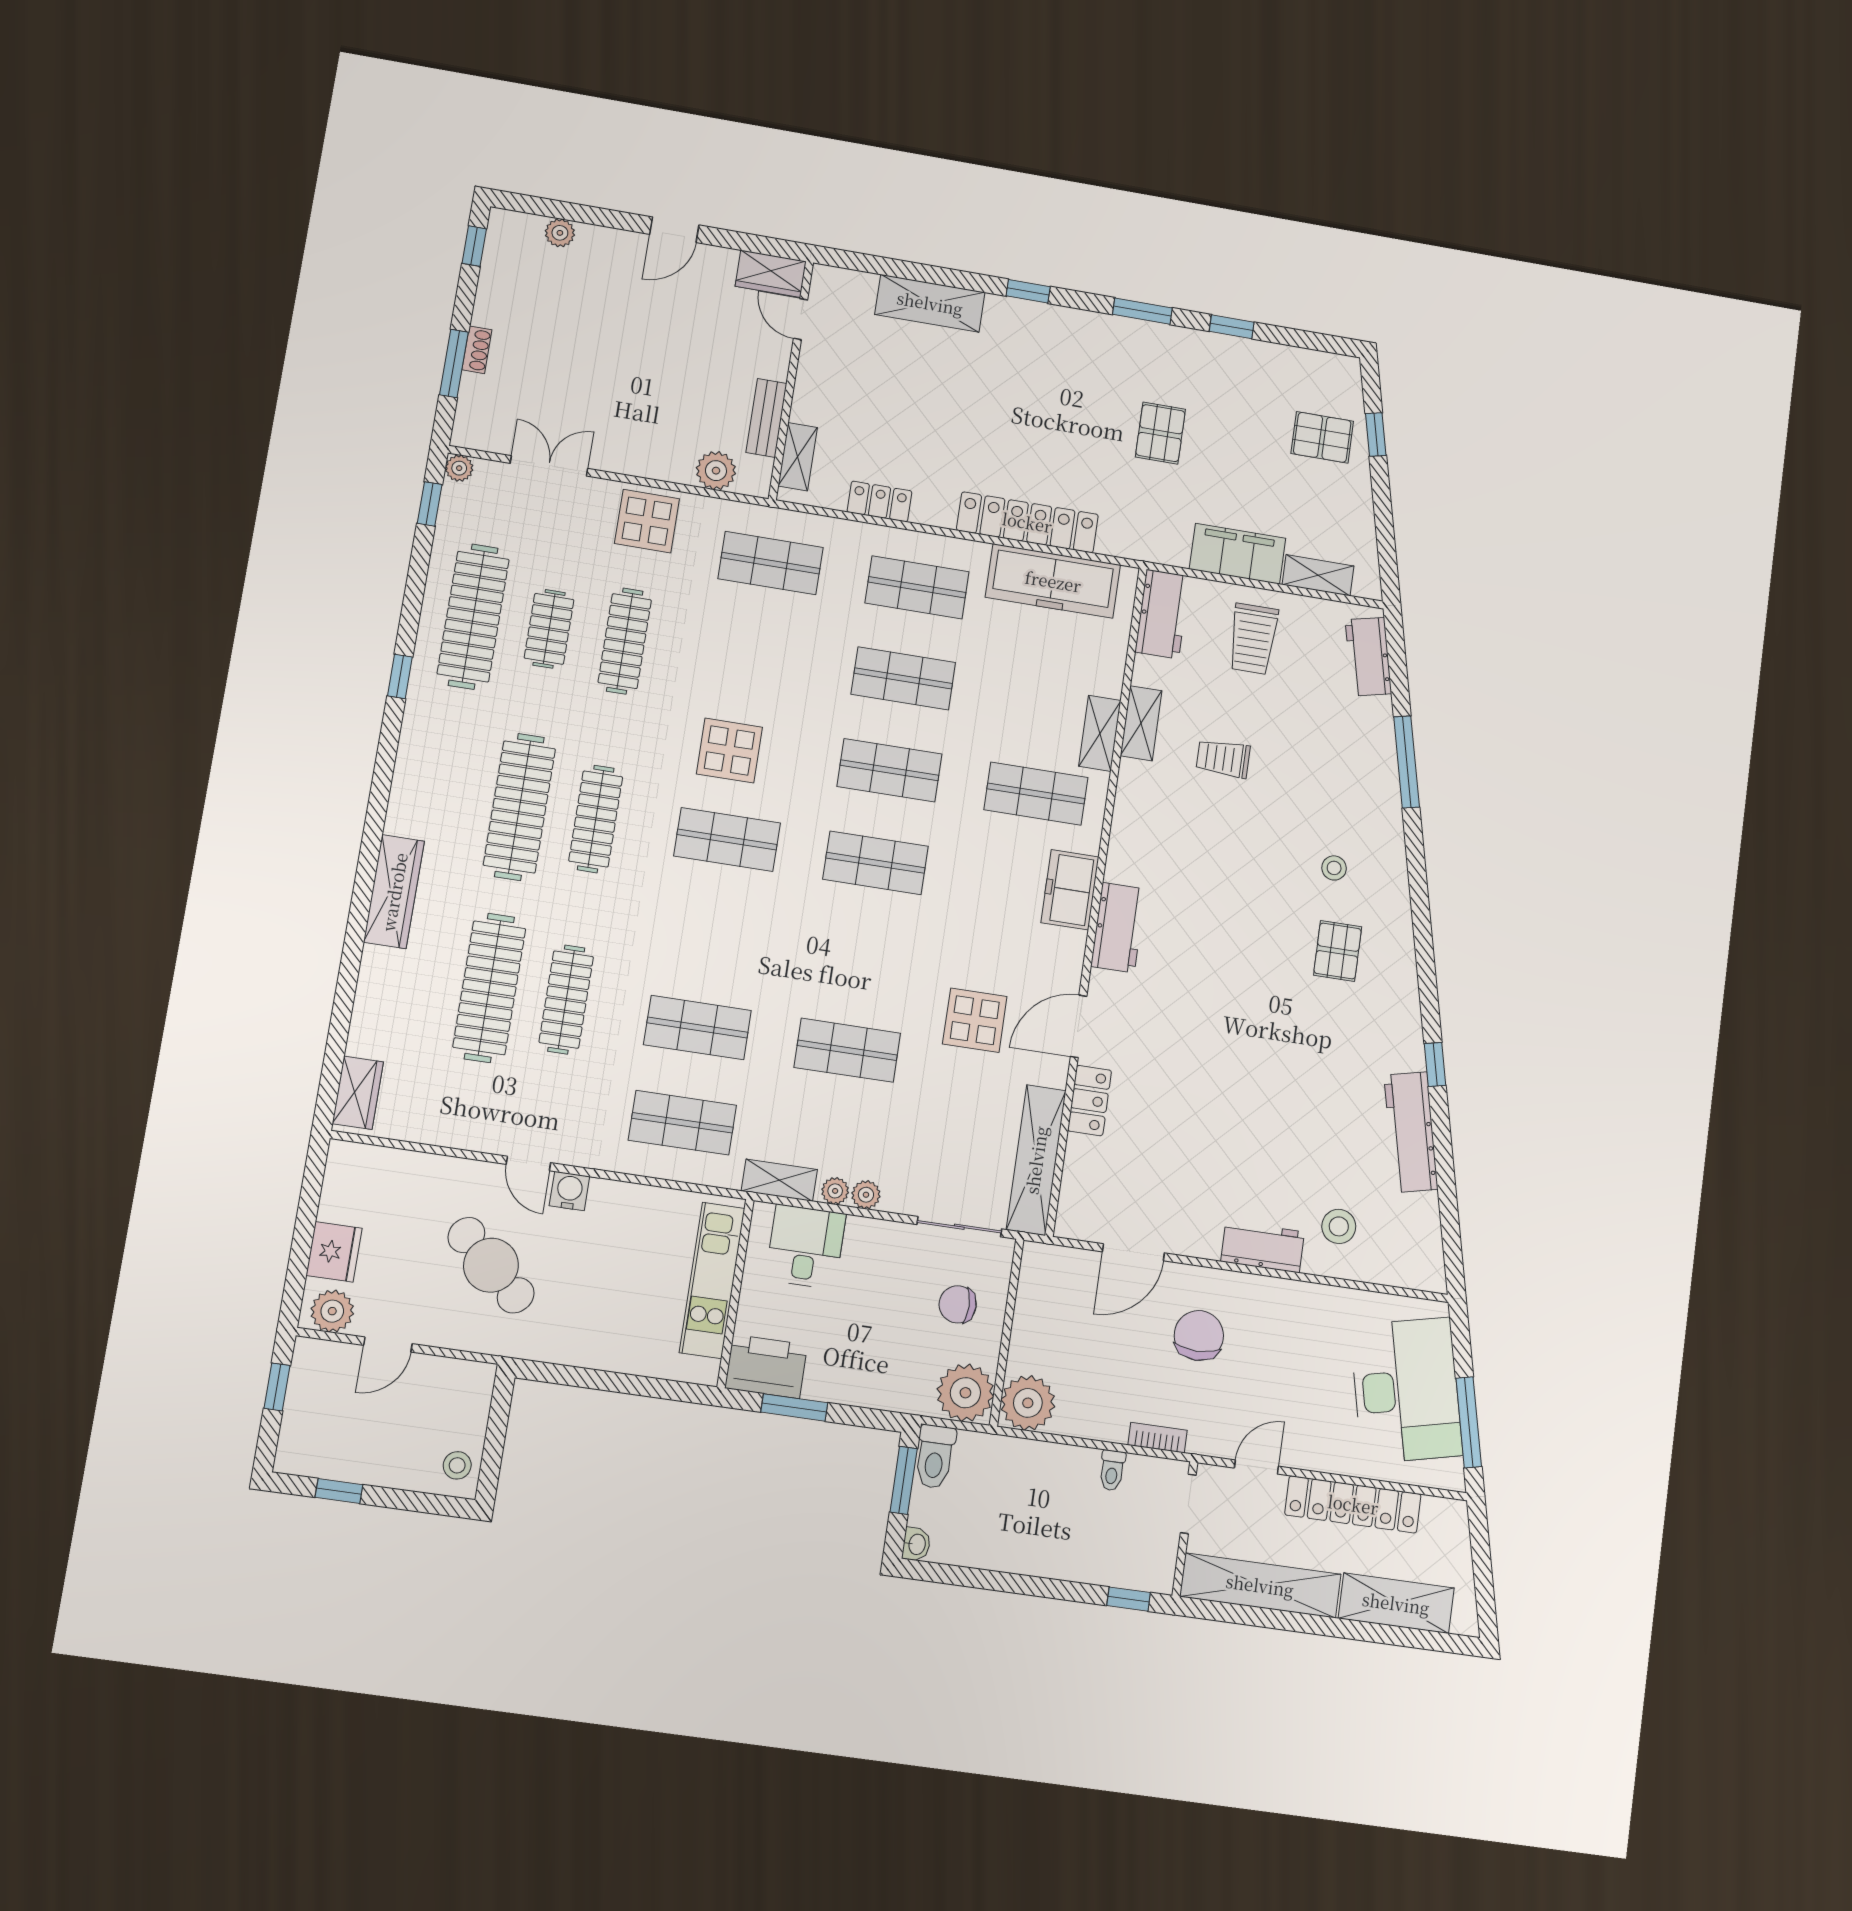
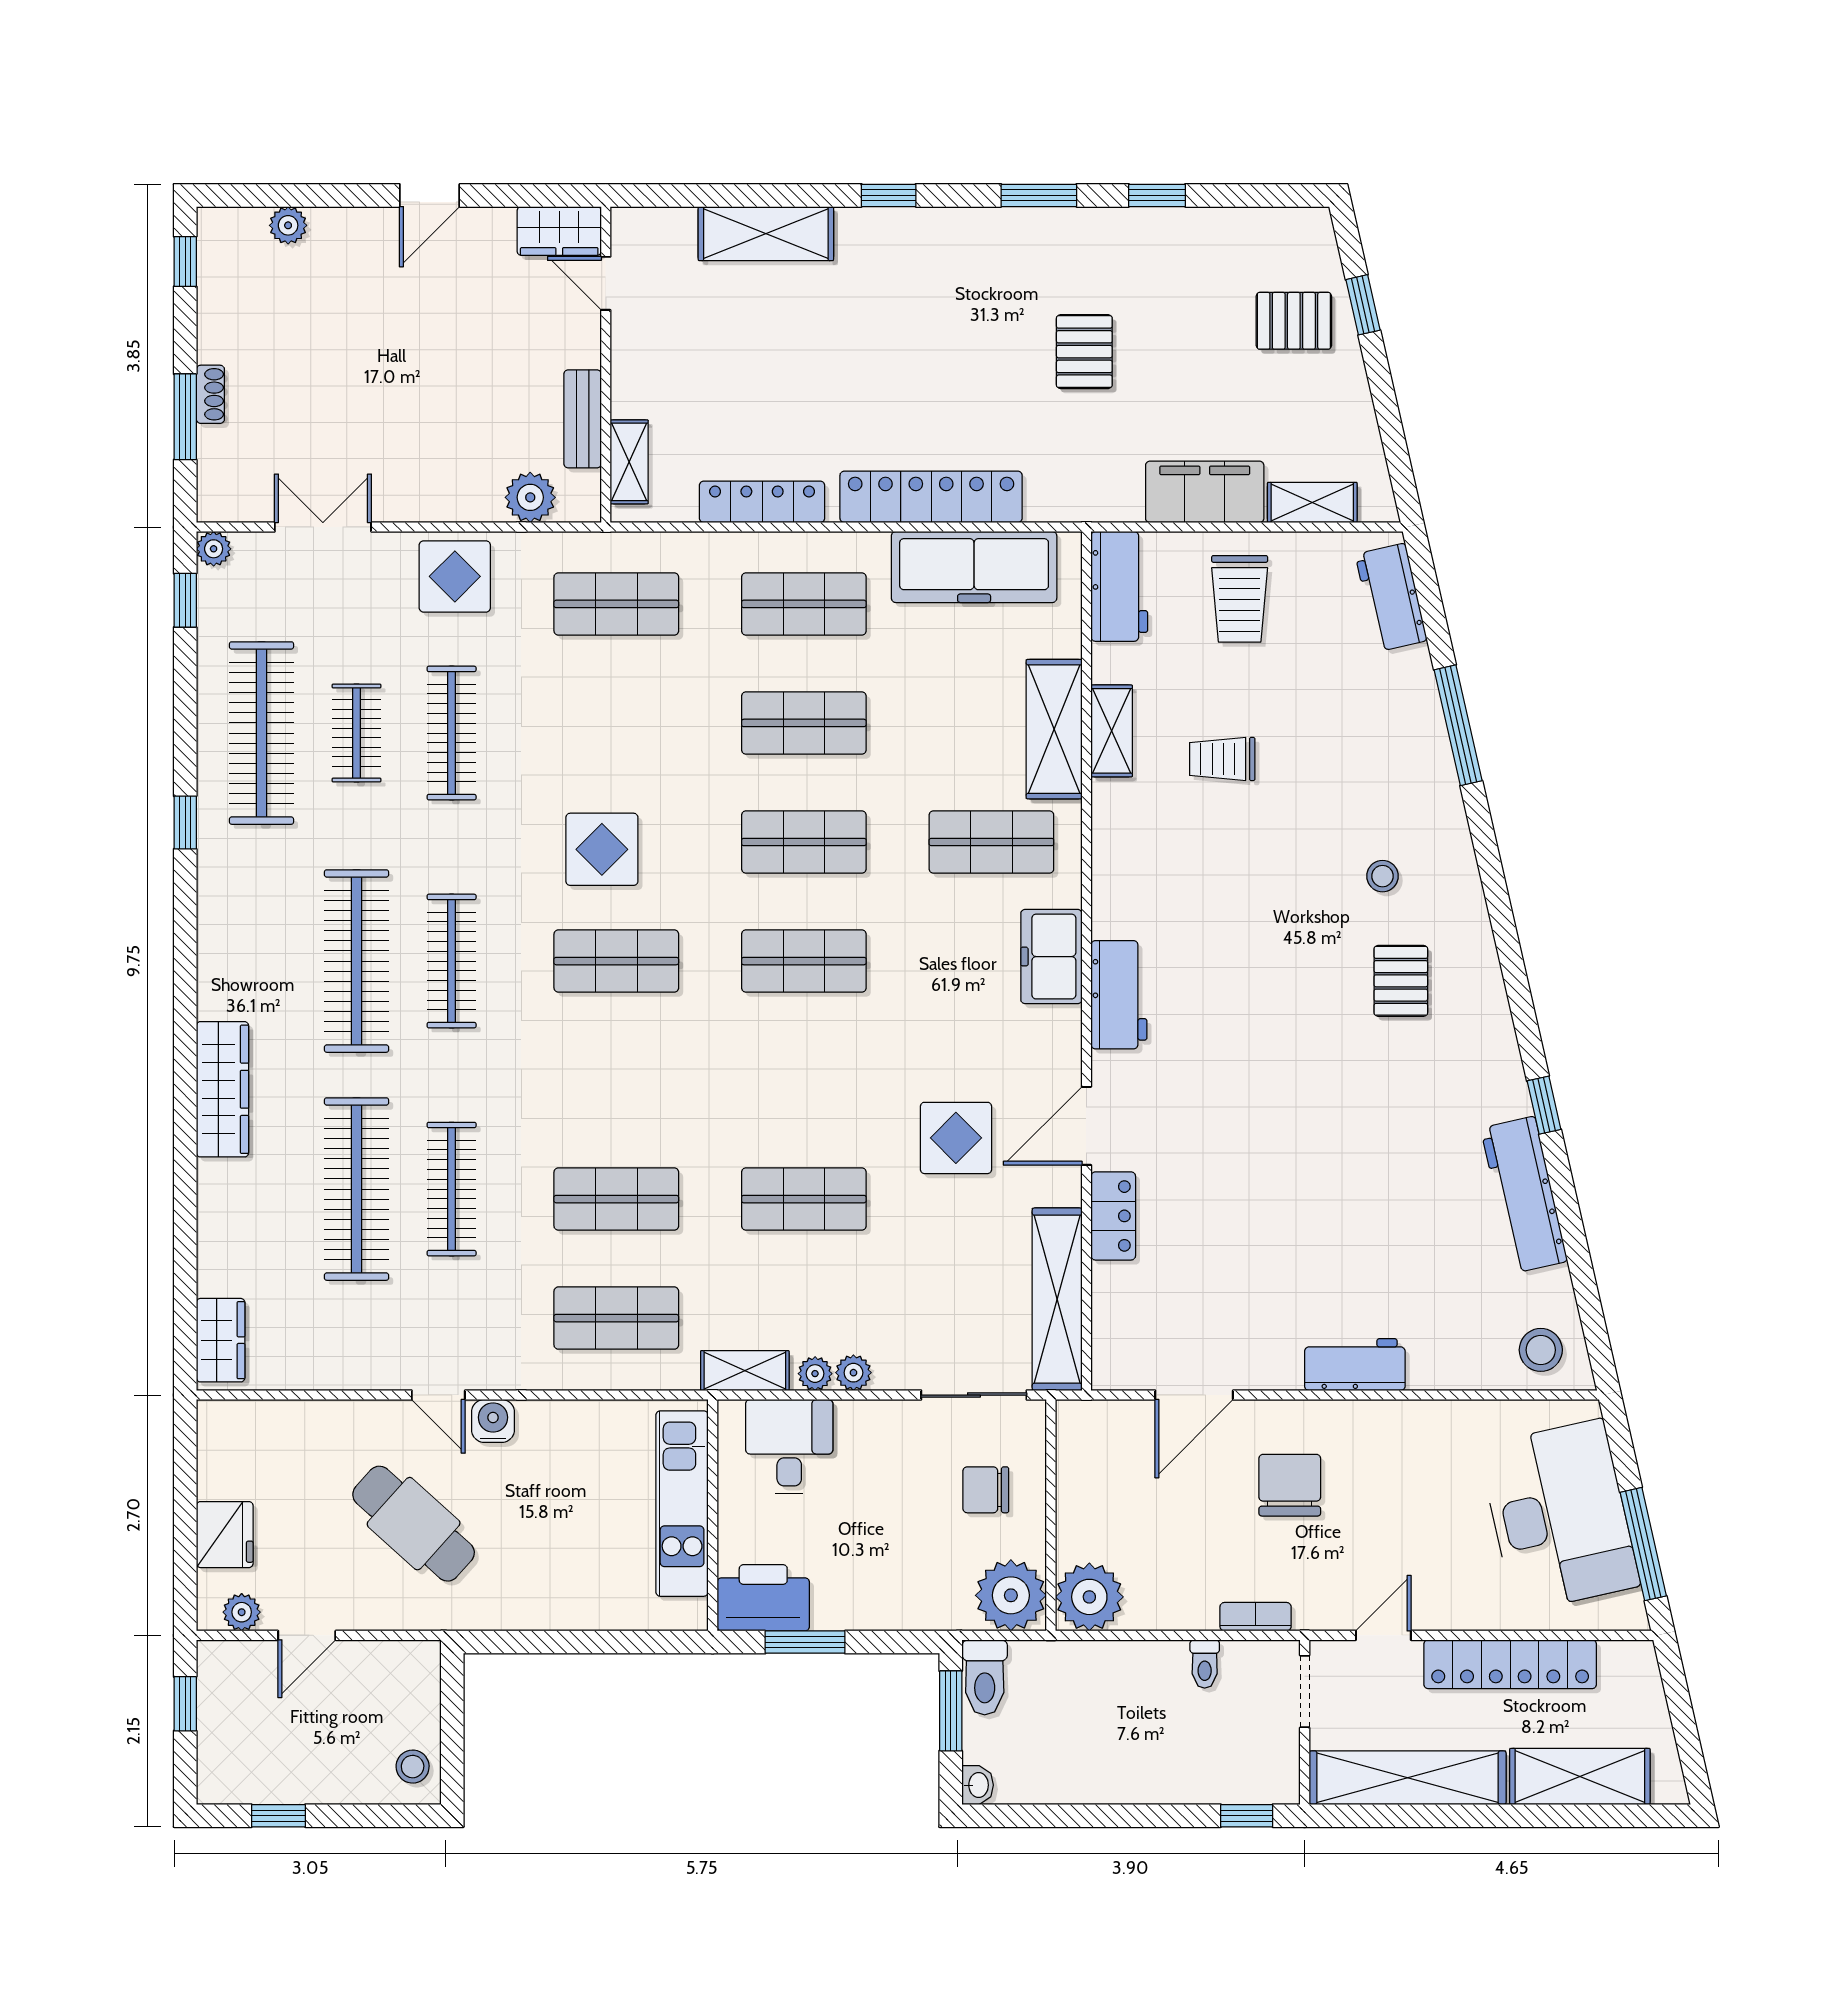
locker: (879, 501) -> (762, 502), width x1.53
shelving: (1100, 733) -> (1054, 729), width x1.50, depth x1.33
stool: (1339, 1226) -> (1541, 1350), moved
plant: (332, 1311) -> (242, 1612), width x0.73, depth x0.73

